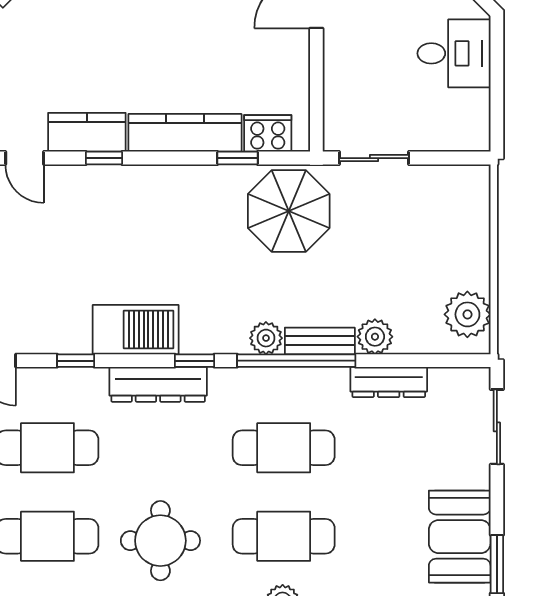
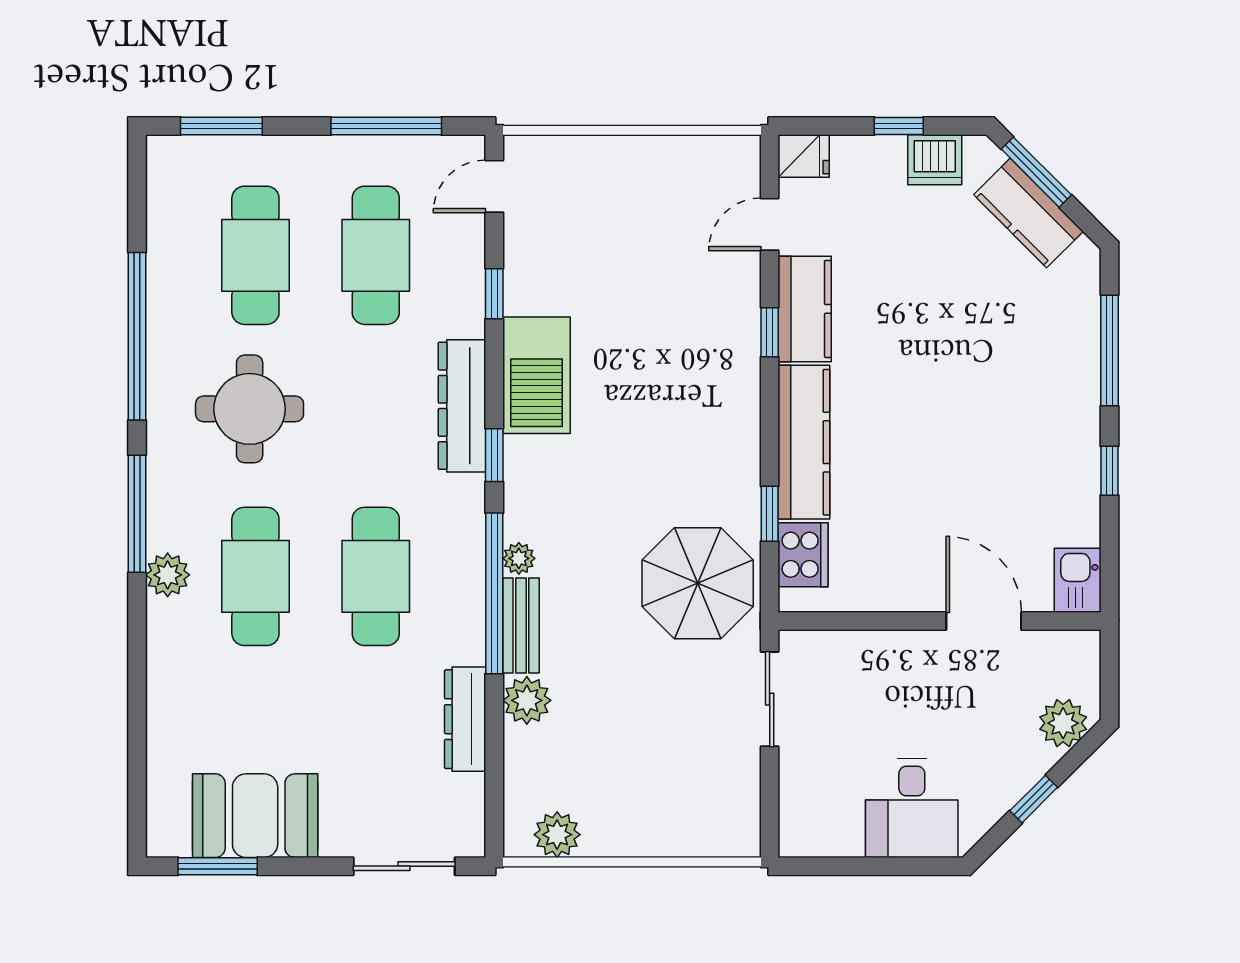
plant: (467, 314) -> (557, 835), width x0.73, depth x0.73
plant: (266, 338) -> (519, 558), width x0.73, depth x0.73

